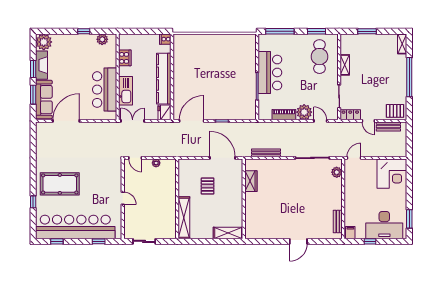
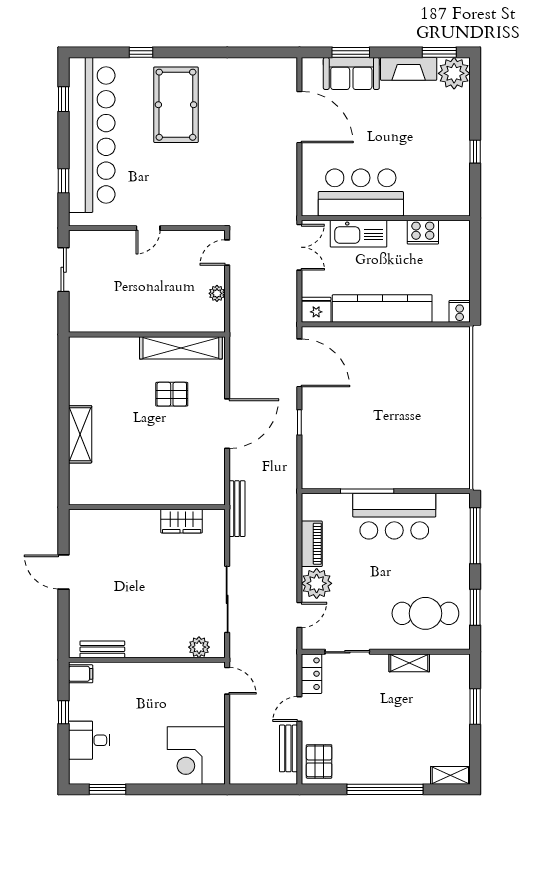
plant: (102, 39) -> (459, 188), removed
window: (33, 69) -> (439, 52), moved
sofa: (44, 100) -> (351, 73), width x0.73
wardrobe: (251, 181) -> (182, 521), moved
wall: (244, 199) -> (147, 507), moved
shelving: (184, 218) -> (181, 348), moved
desk: (384, 225) -> (89, 740), width x0.53, depth x0.77

